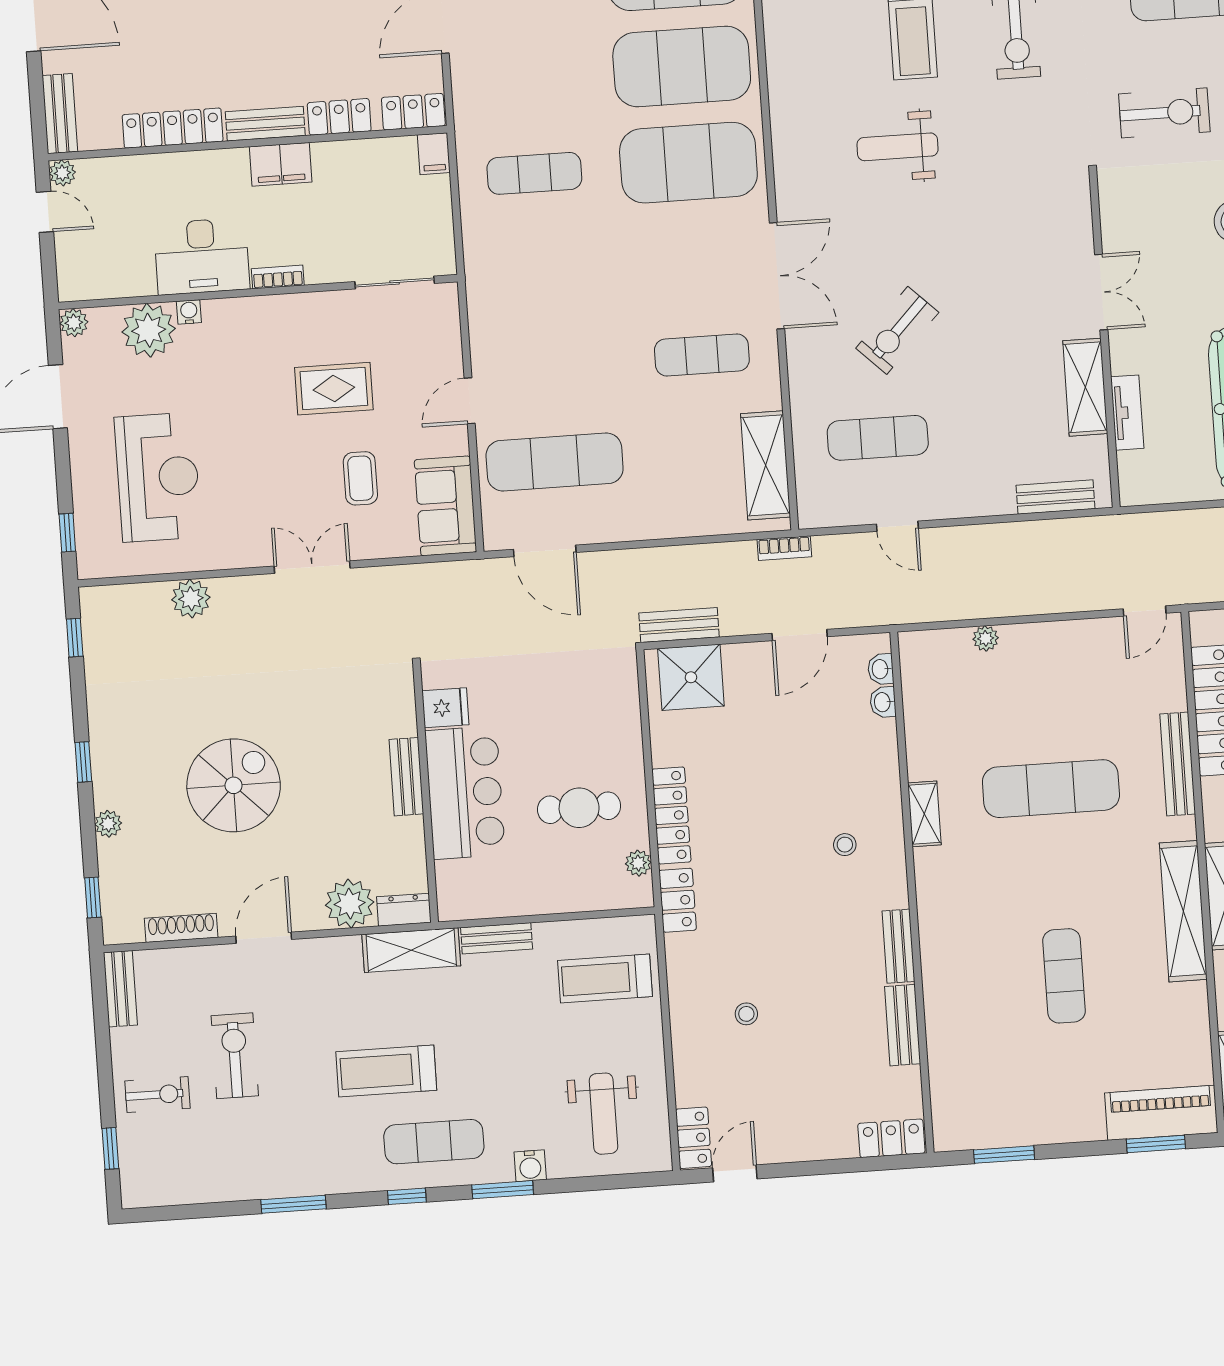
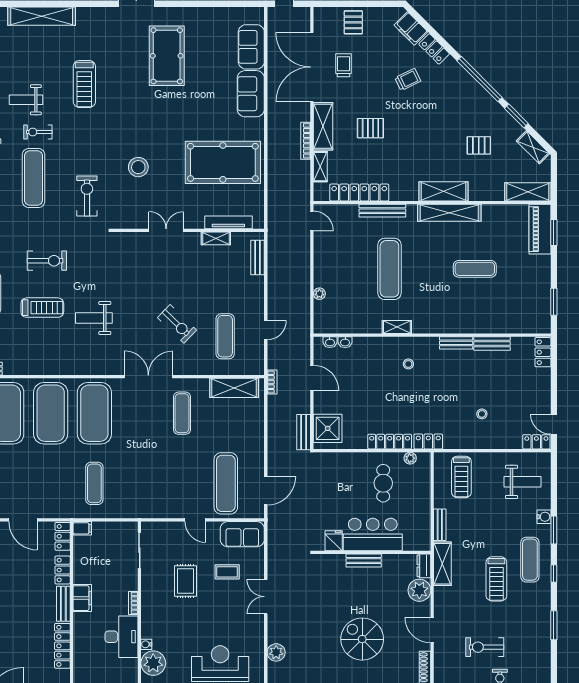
weight bench: (898, 147) -> (94, 318), turned 90
shelving: (1085, 387) -> (216, 238), width x0.67, depth x0.75
tv unit: (1127, 413) -> (228, 222), width x1.41

